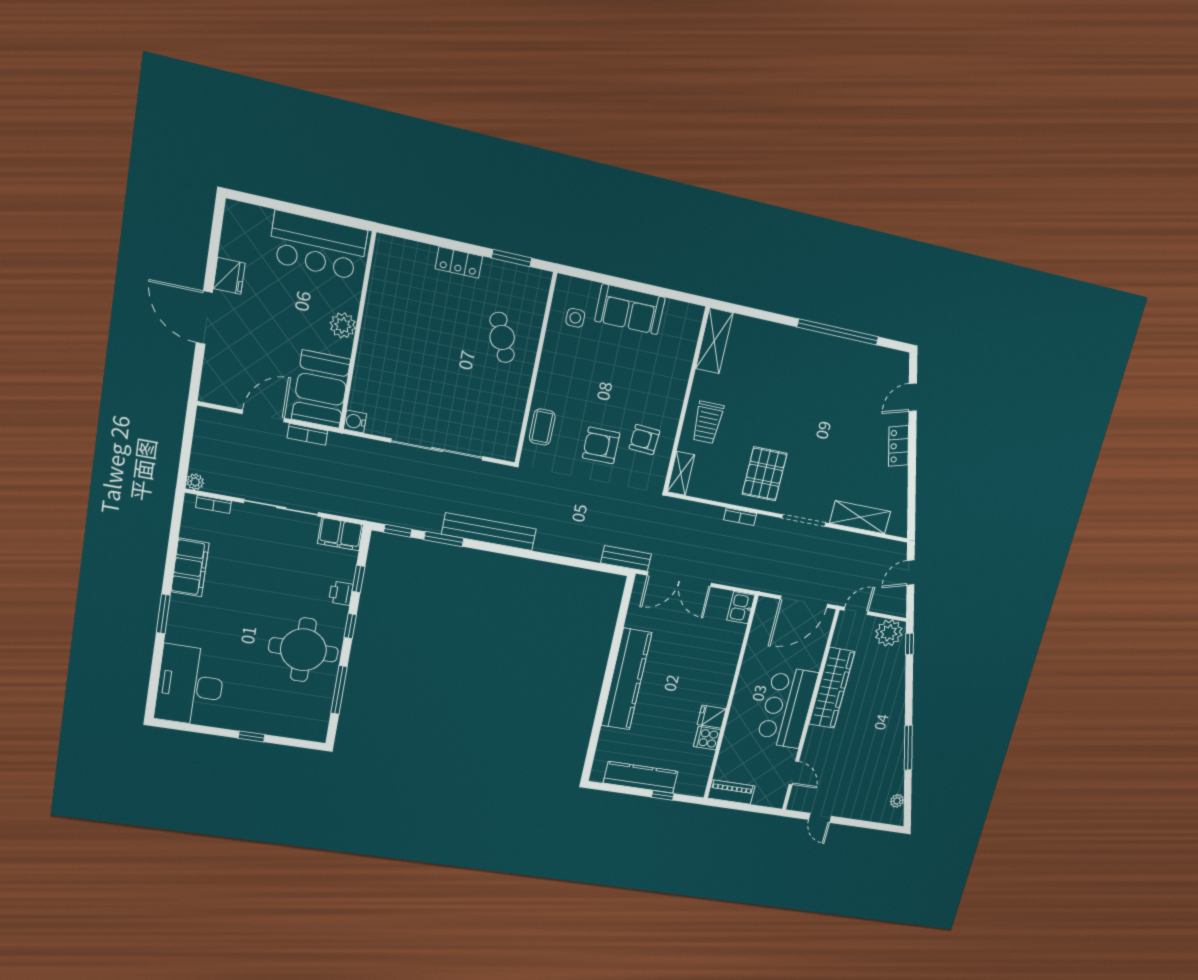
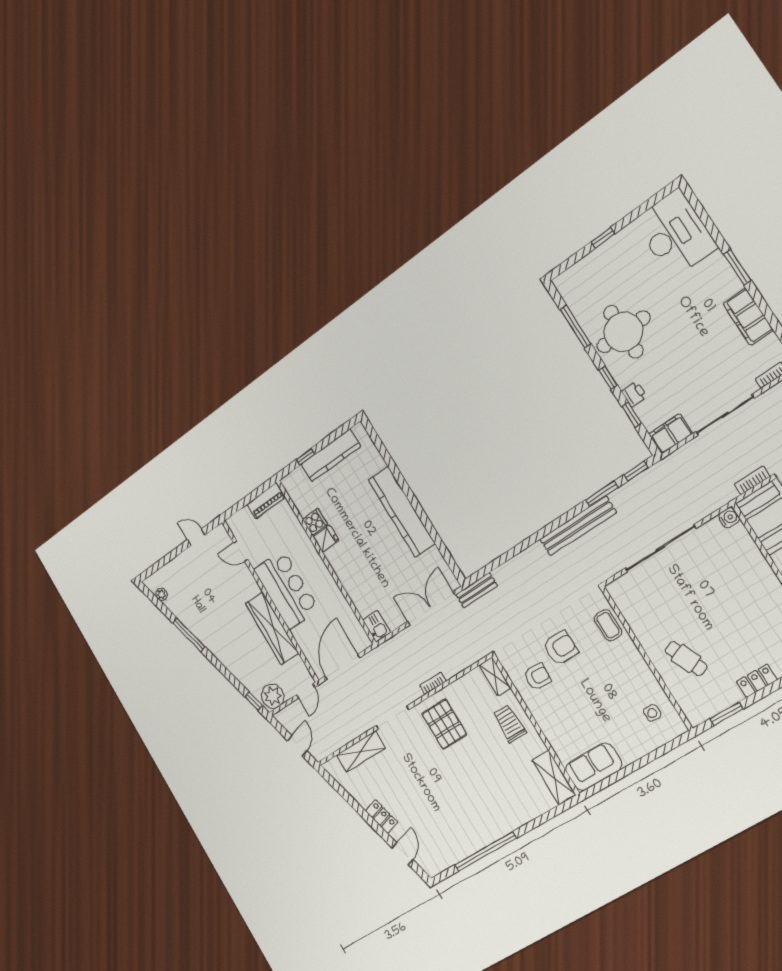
sofa: (630, 309) -> (594, 767), moved

